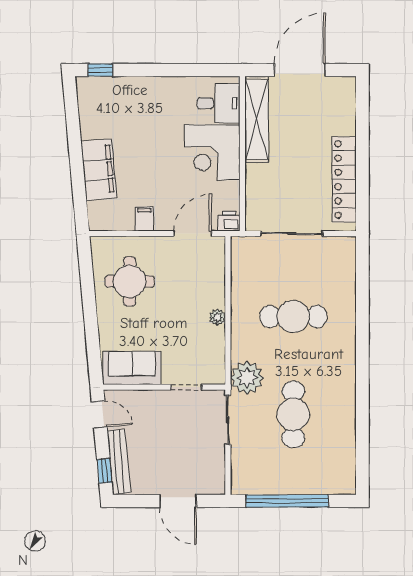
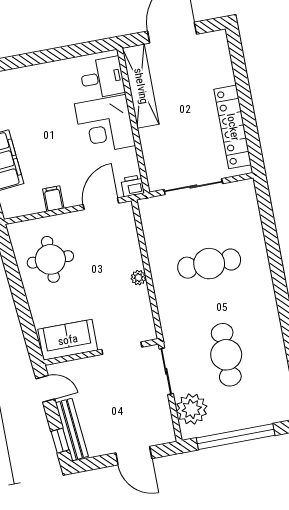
plant: (247, 378) -> (192, 409), moved
doorway: (186, 387) -> (122, 348), width x1.38

